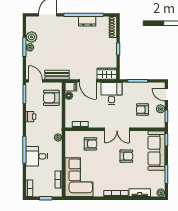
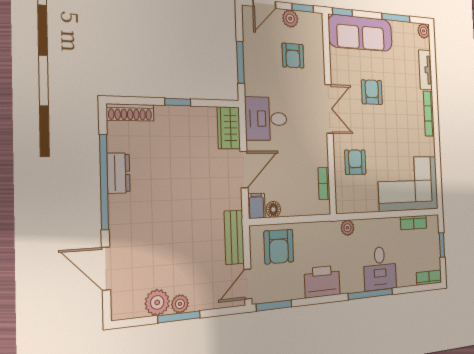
printer: (31, 117) -> (322, 282), width x1.87, depth x1.48

